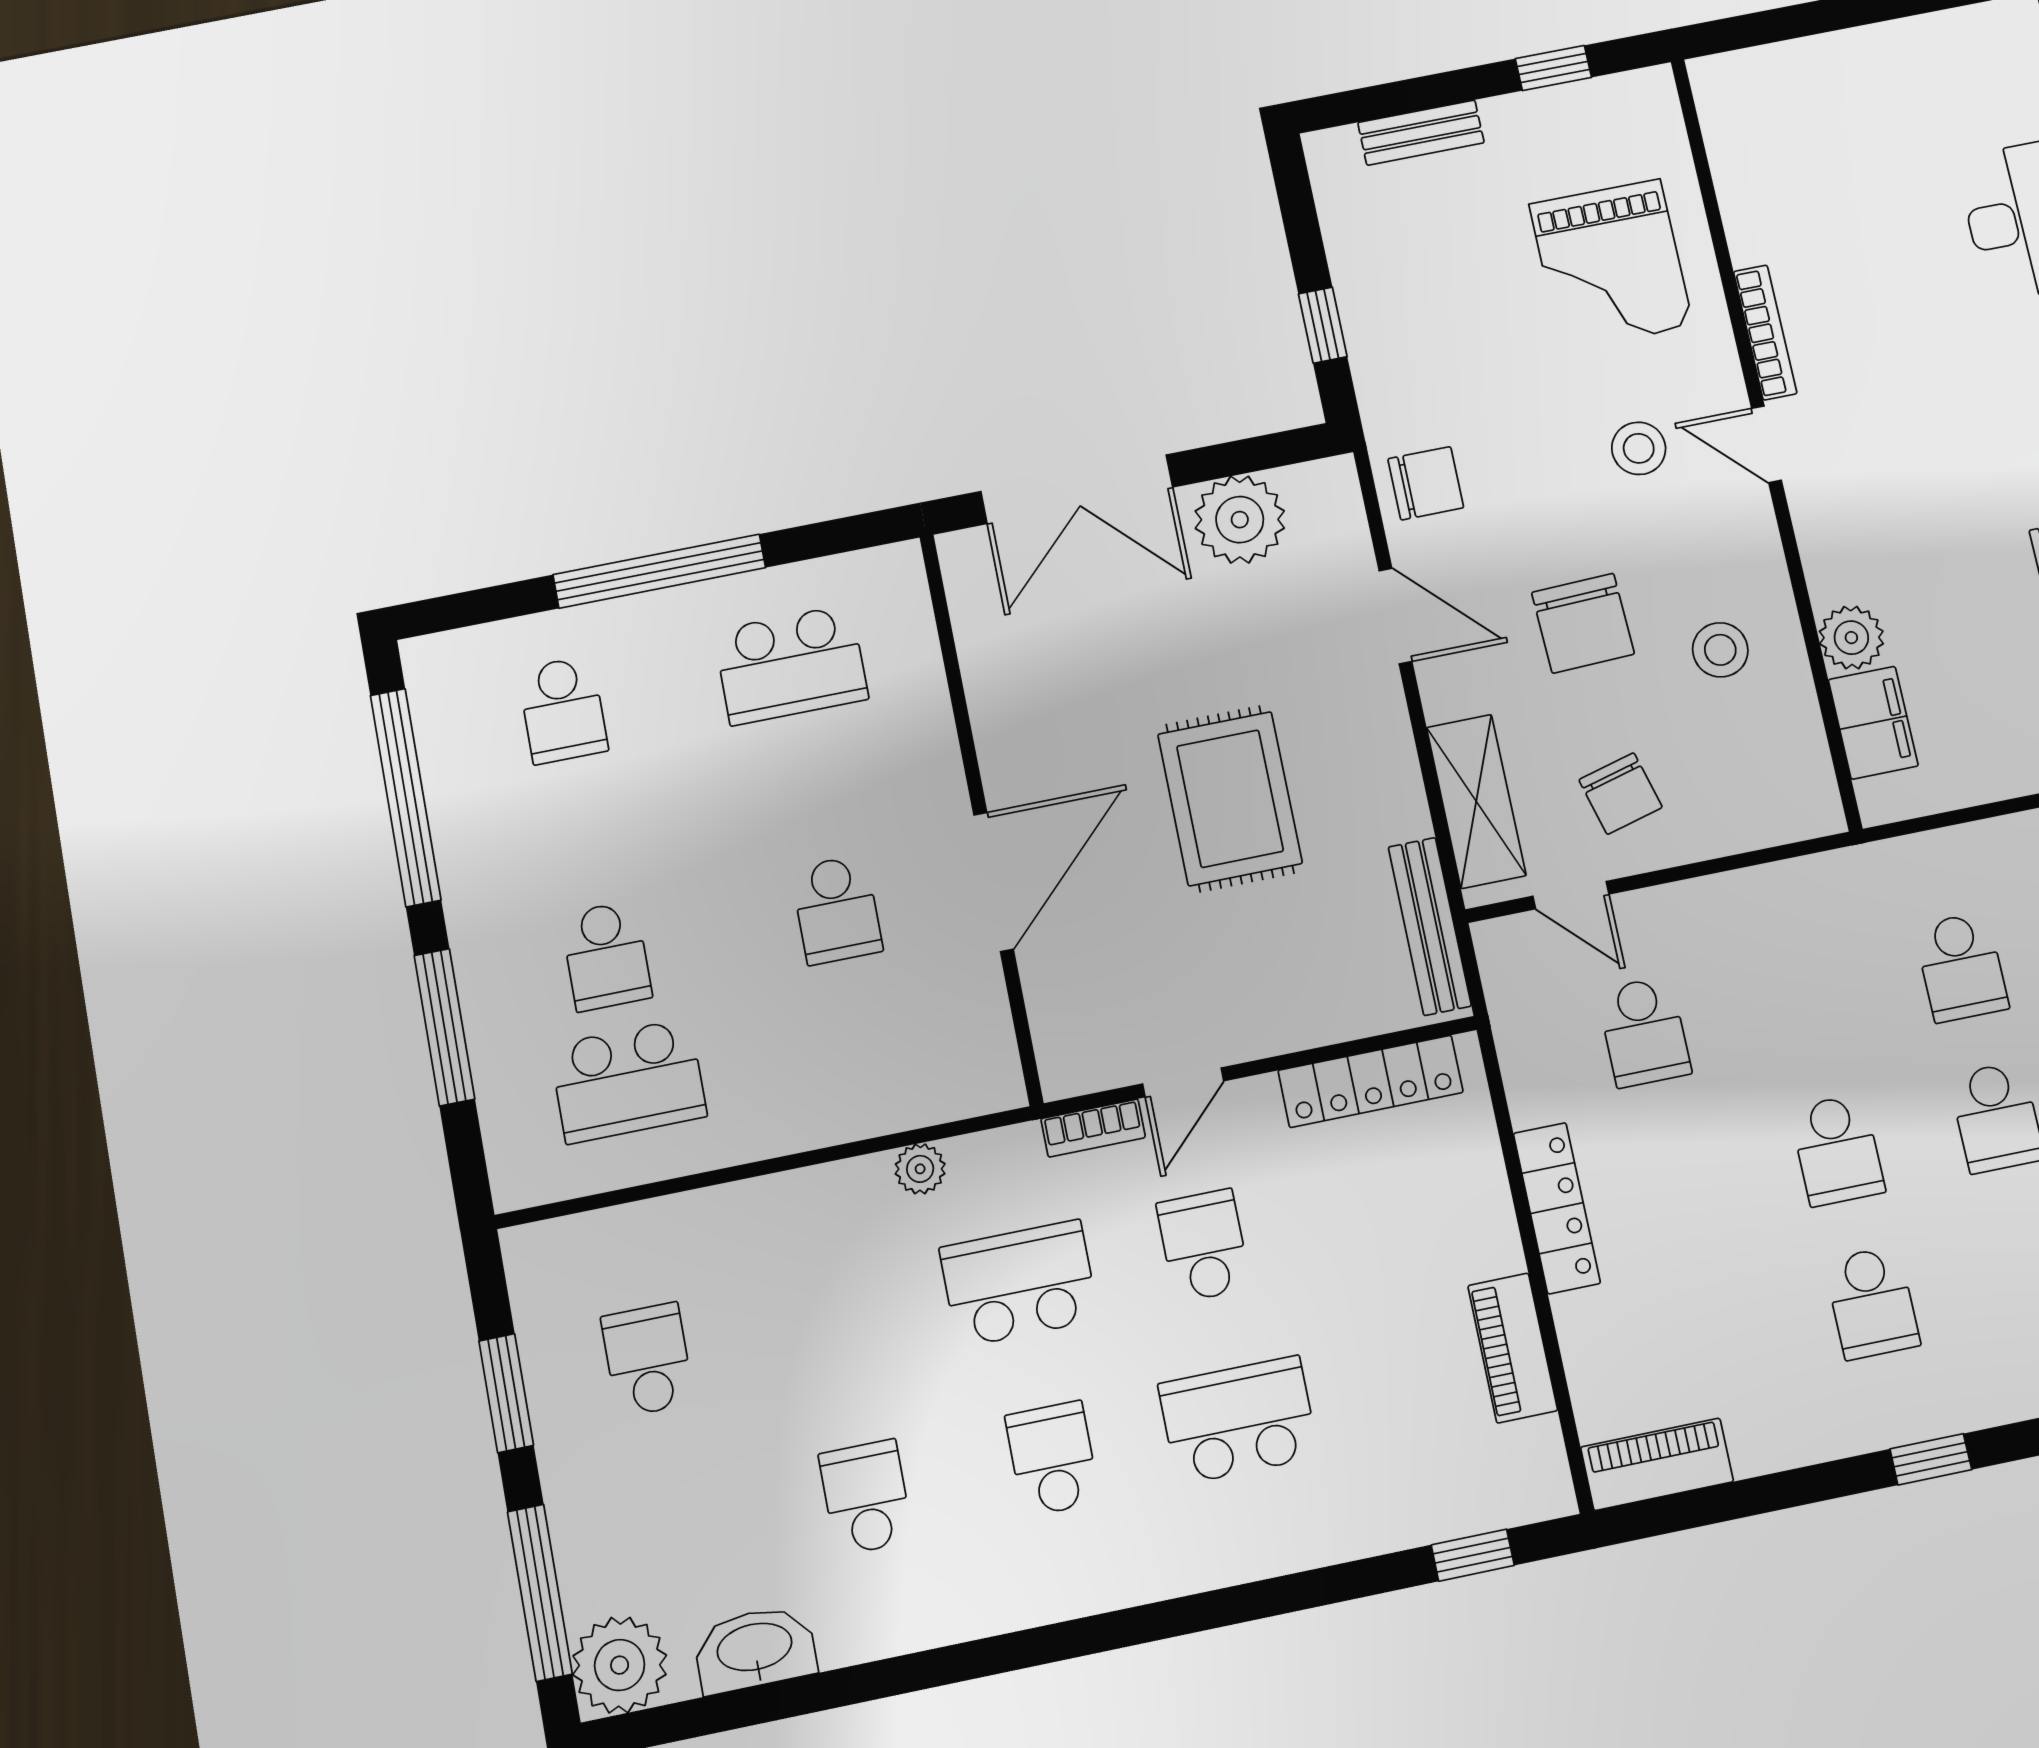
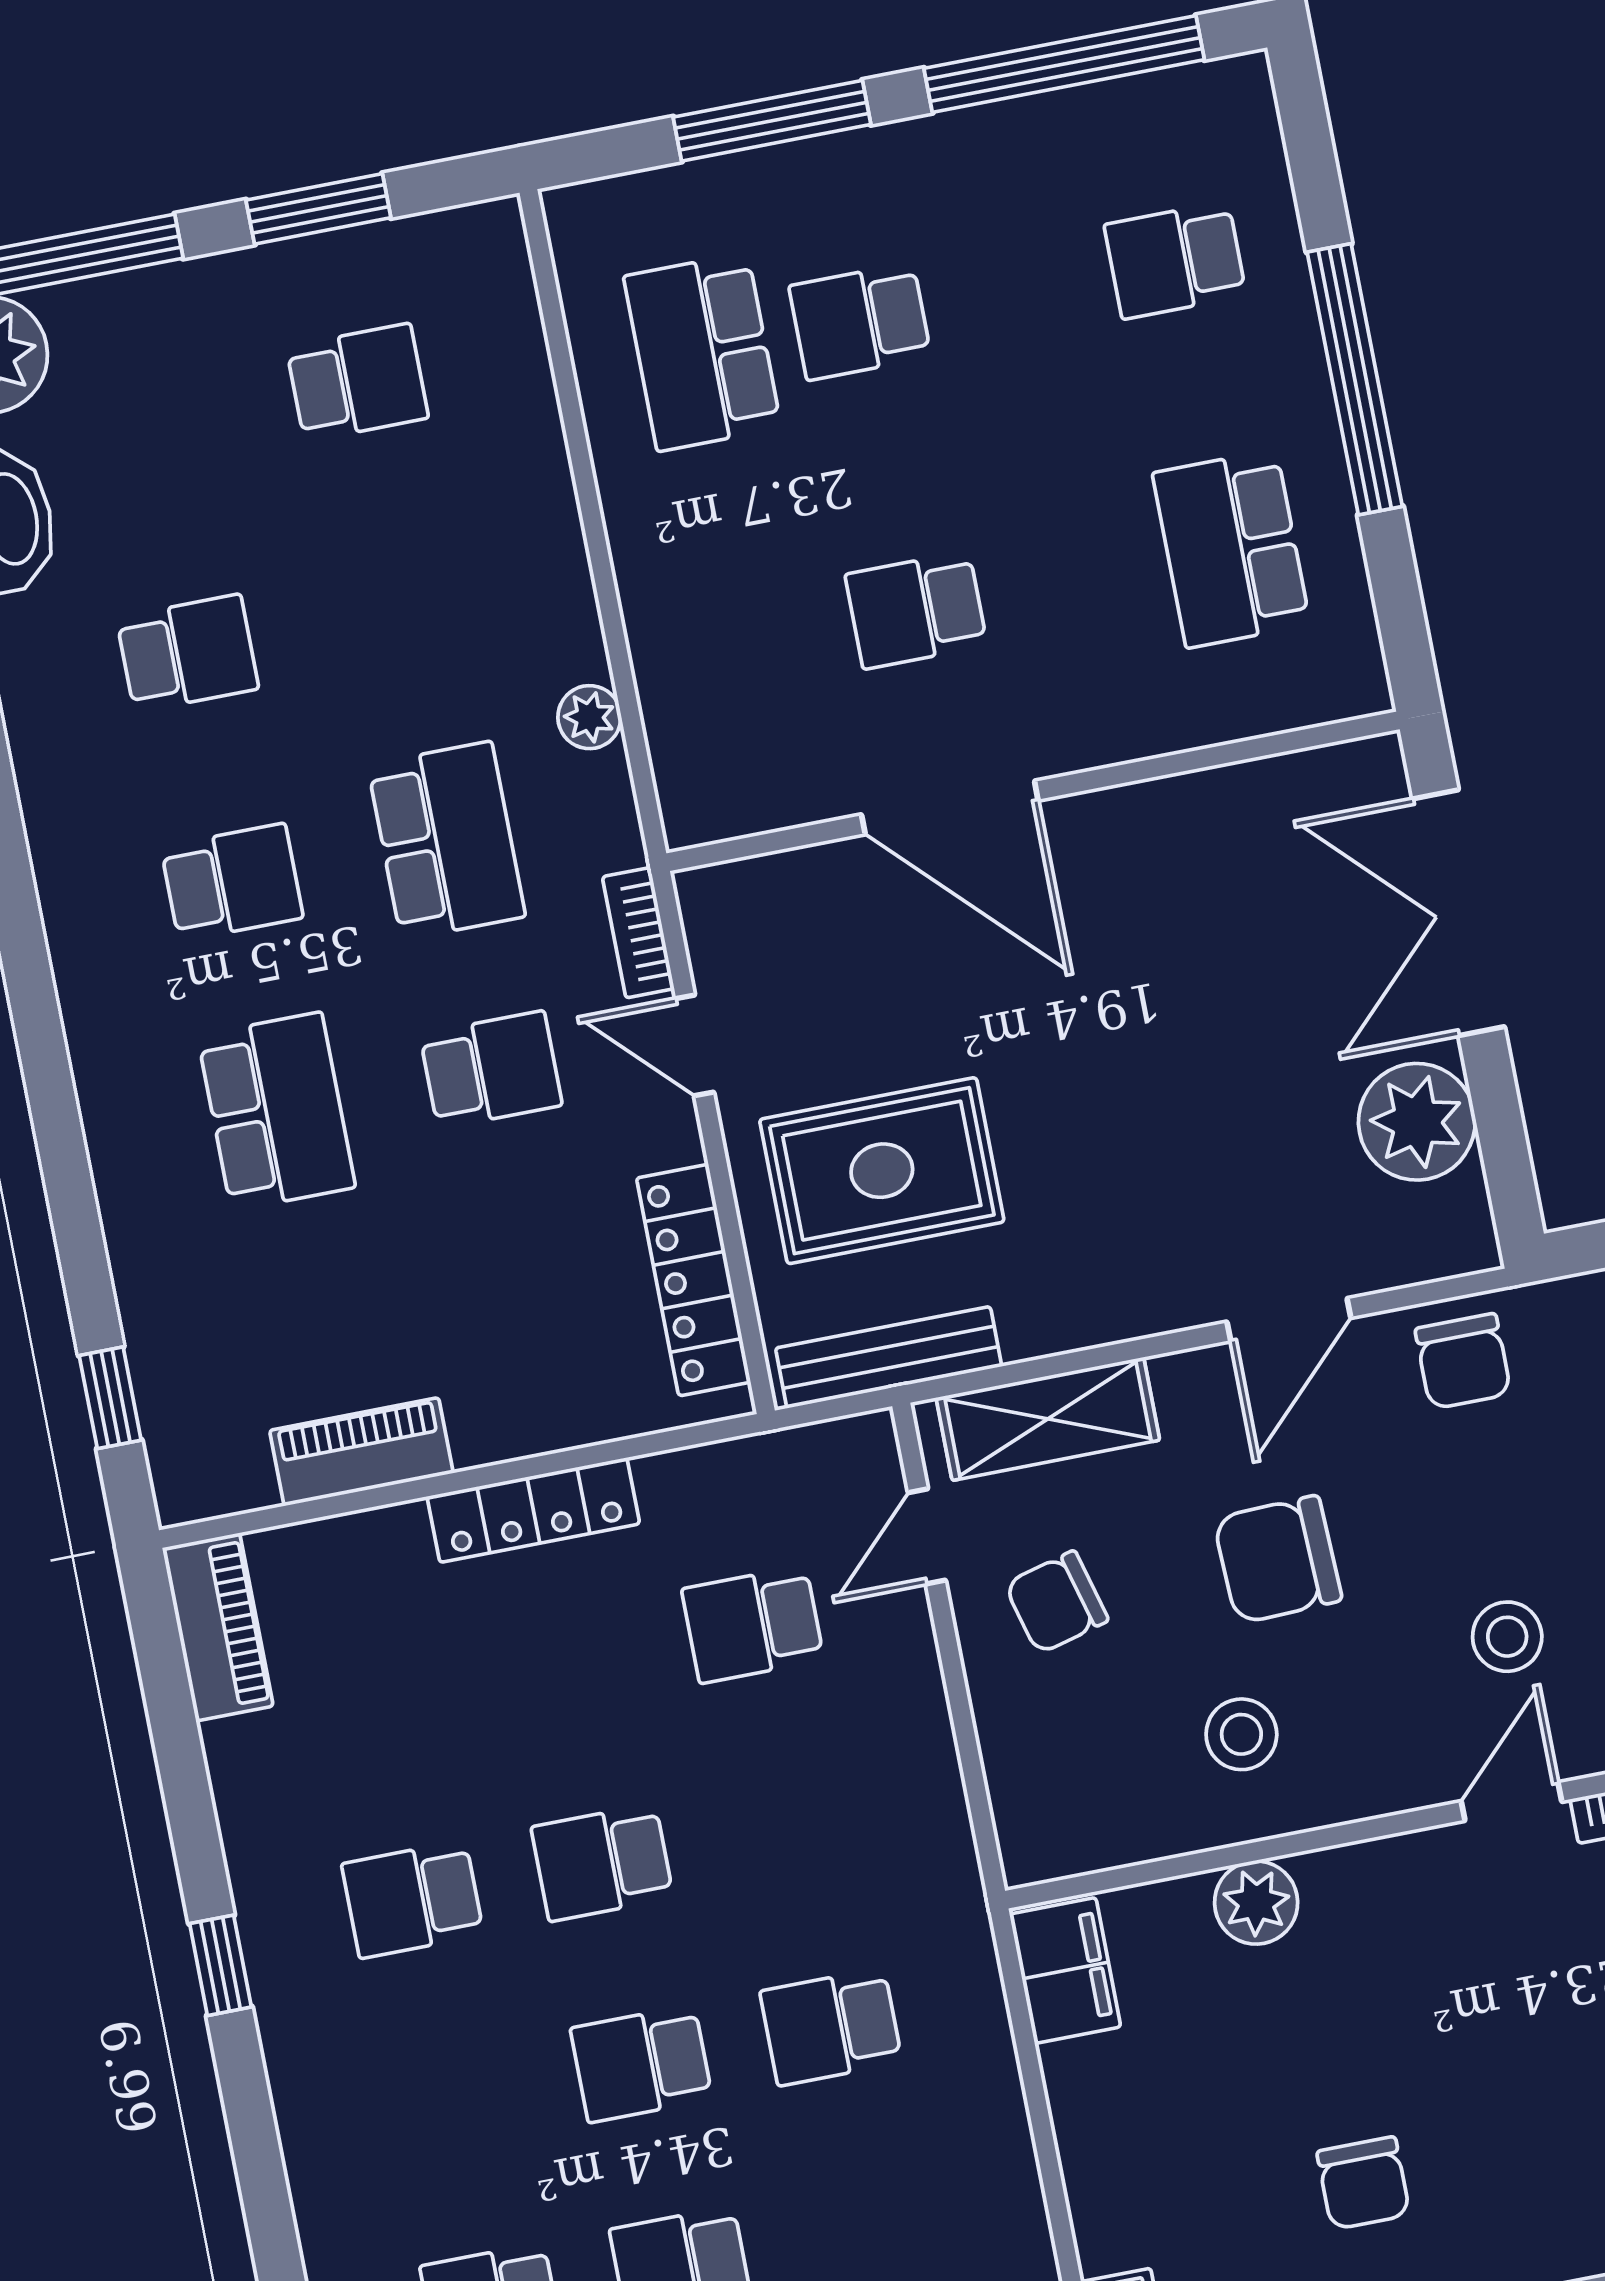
filing cabinet: (1873, 723) -> (1065, 1970), moved, turned -90
rug: (1230, 799) -> (882, 1171), moved

